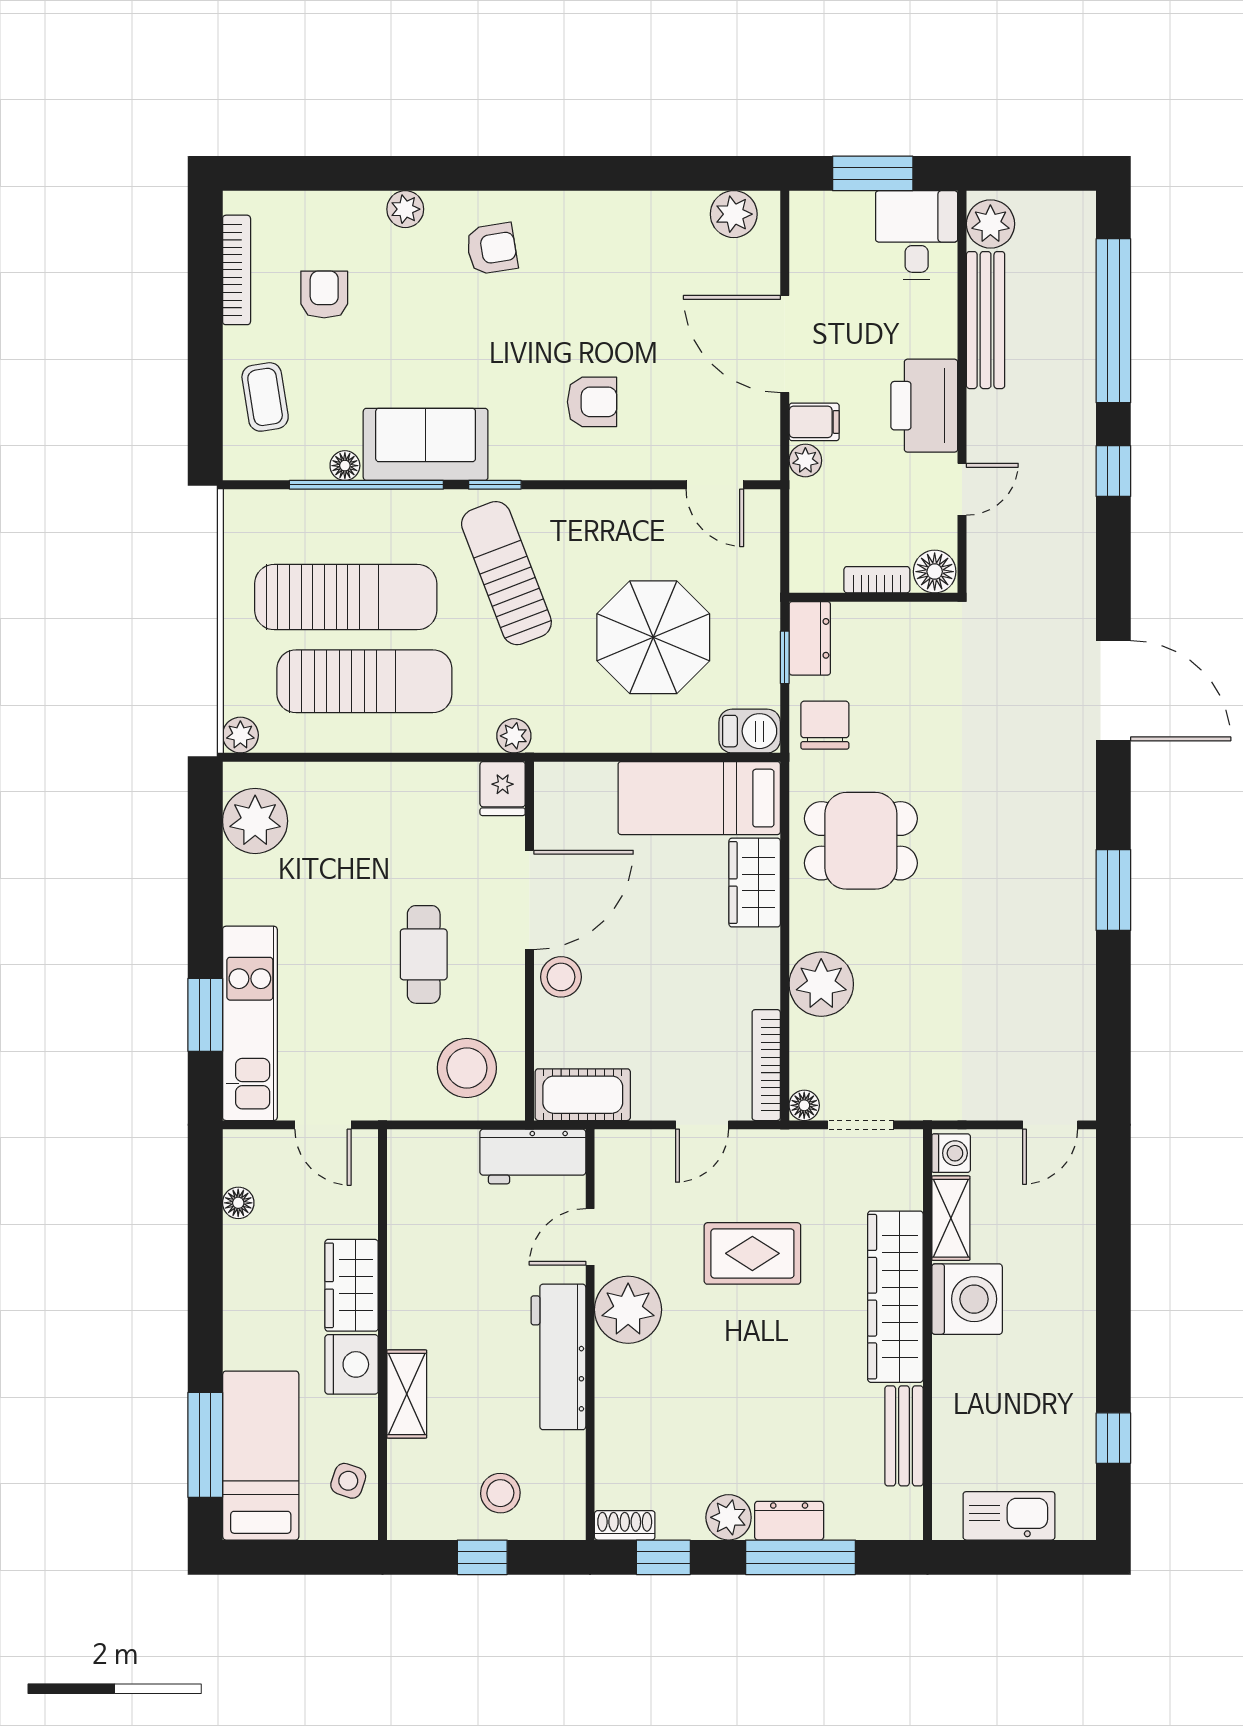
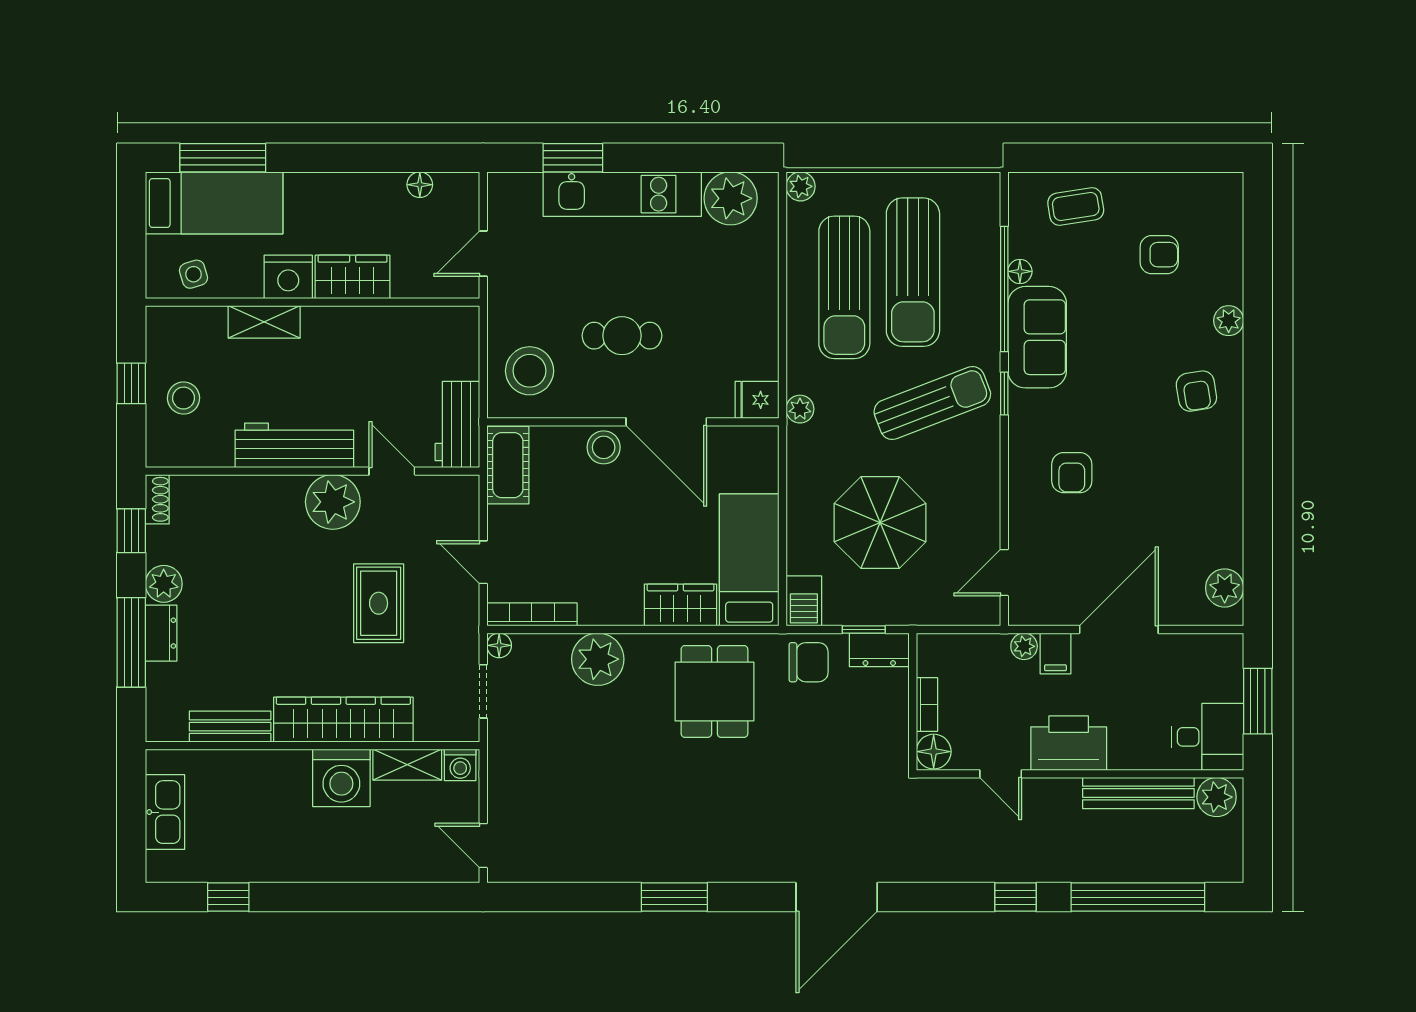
bookcase: (237, 270) -> (1179, 183), removed
kitchen unit: (250, 1023) -> (622, 194), moved
side table: (348, 1481) -> (194, 274), turned -36

